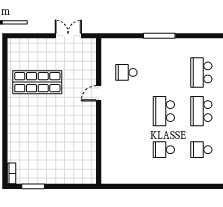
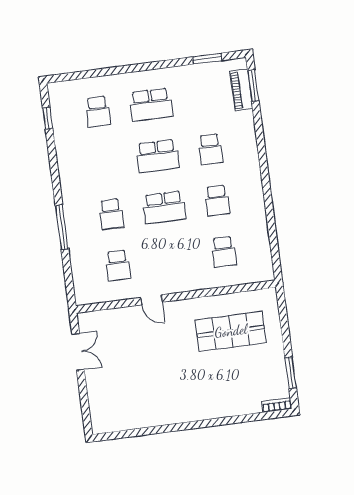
double door: (68, 36) -> (78, 352), swing flipped
school desk: (201, 72) -> (111, 214), moved, width x0.54
shop shelf: (37, 82) -> (231, 331), moved, turned 90
school desk: (126, 150) -> (224, 252), added

